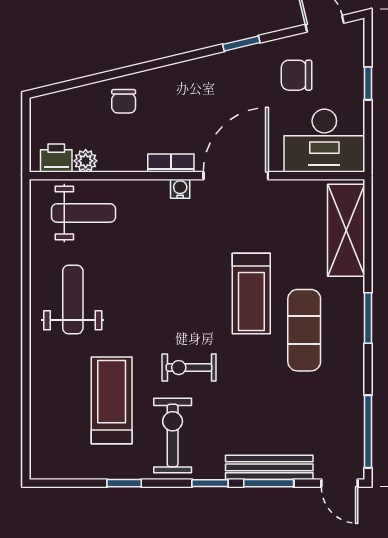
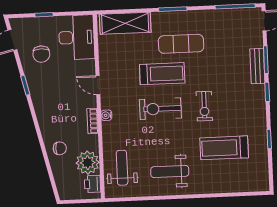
plant: (86, 161) -> (88, 163), width x1.88, depth x1.88
door: (236, 176) -> (98, 85), width x0.53
exercise bike: (173, 435) -> (160, 109), moved
bench: (269, 467) -> (257, 66), width x0.73

